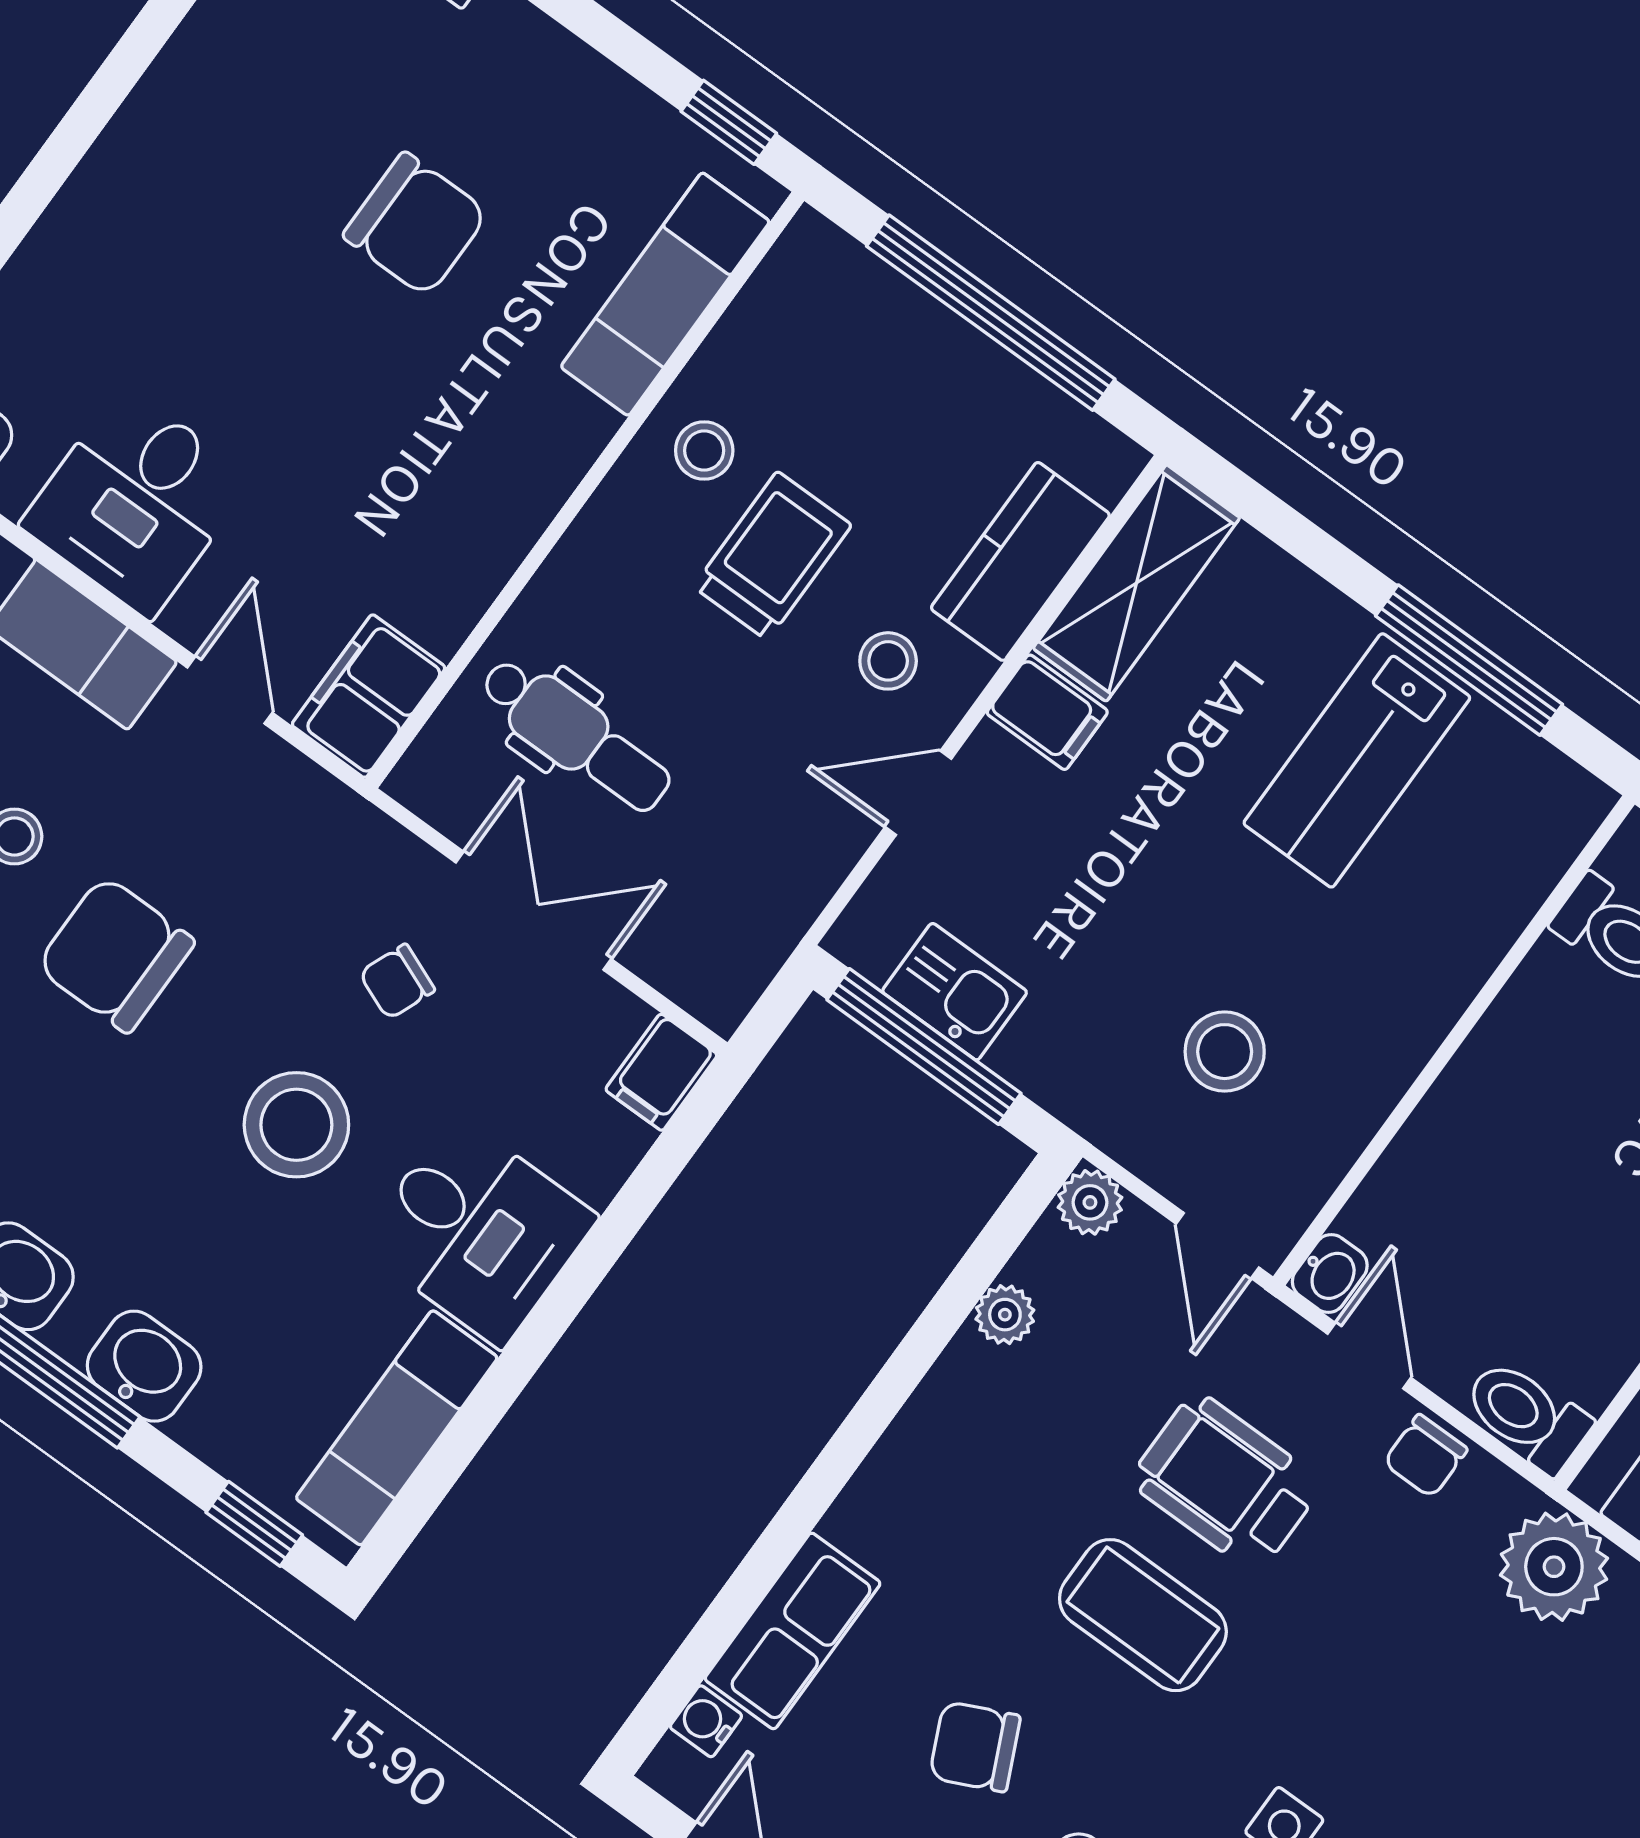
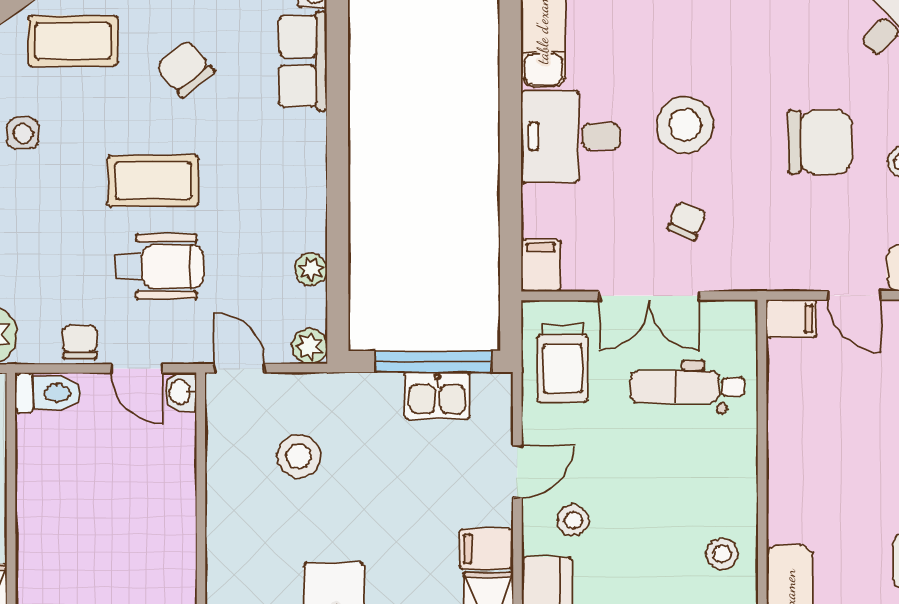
trolley: (772, 556) -> (562, 363), moved
filing cabinet: (369, 696) -> (791, 319), width x0.50
chair: (975, 1747) -> (185, 69), turned -105

